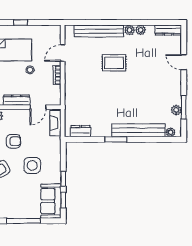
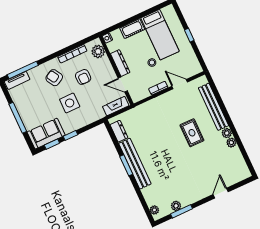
dresser: (168, 30) -> (242, 167), removed
bench: (138, 130) -> (135, 164), moved

